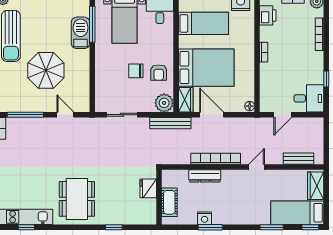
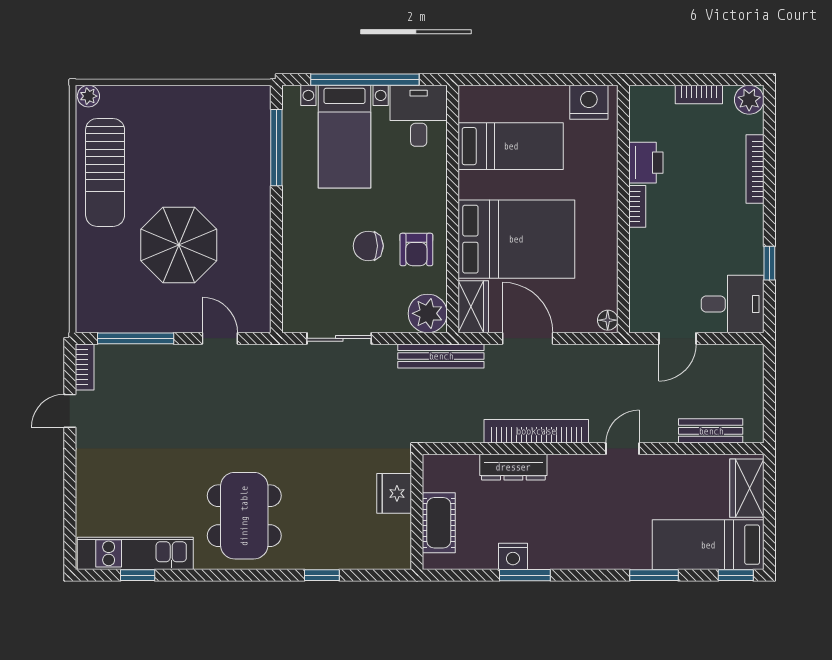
printer: (268, 15) -> (646, 163), moved
barbecue: (81, 33) -> (252, 166), removed

